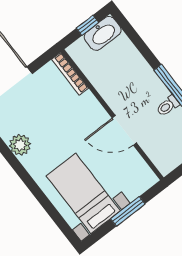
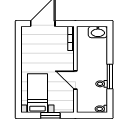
window: (87, 25) -> (94, 24), removed
plant: (20, 145) -> (27, 52), removed

